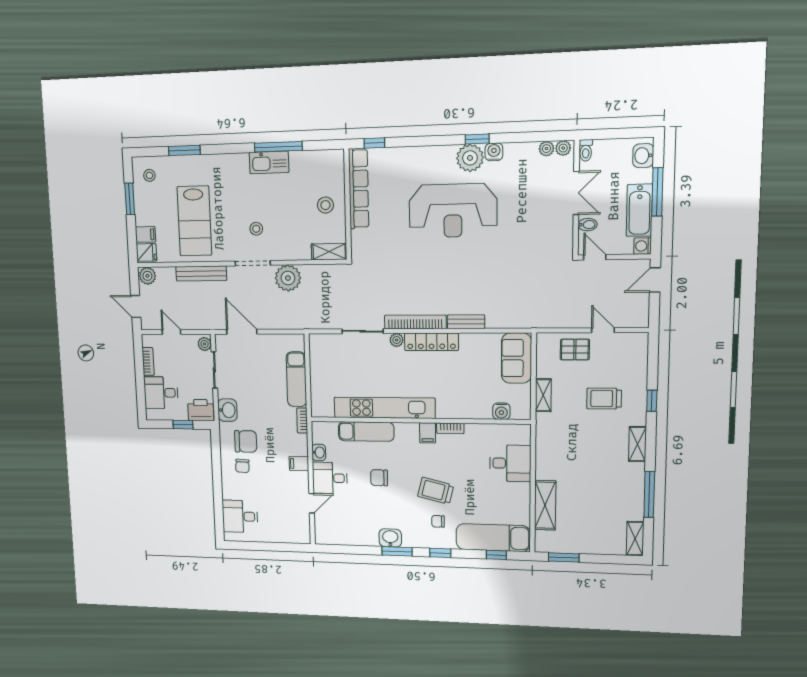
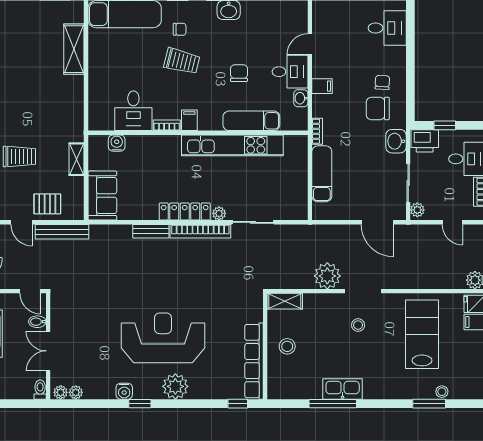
plant: (470, 158) -> (175, 386), moved
stool: (149, 175) -> (442, 392), moved
bench: (201, 273) -> (62, 232), moved
desk: (510, 463) -> (133, 111), moved, turned -90
chair: (379, 478) -> (239, 73), turned -90

